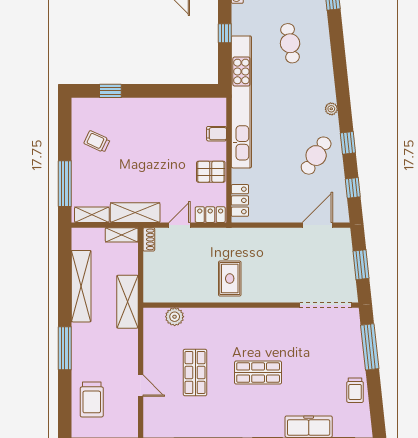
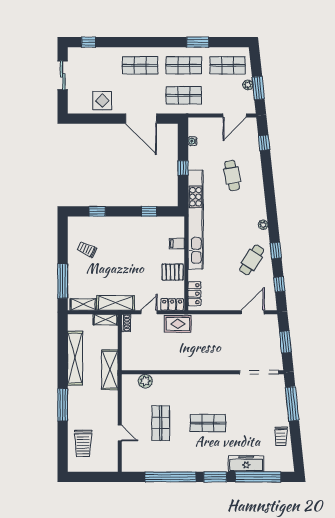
window: (180, 91) -> (149, 211), added
rug: (230, 279) -> (178, 324), moved, turned 90

